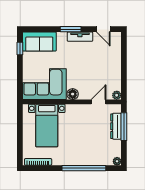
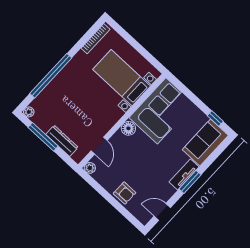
tv unit: (80, 37) -> (184, 174), moved
armchair: (113, 61) -> (125, 193), added
window: (124, 127) -> (43, 137), moved

